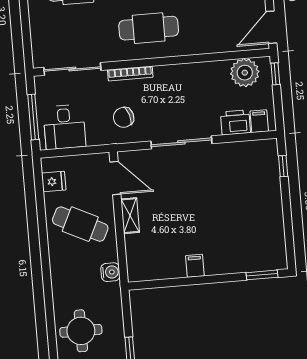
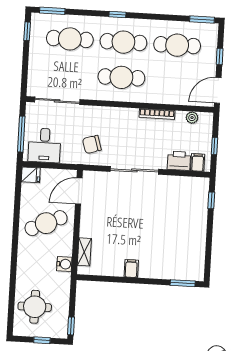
plant: (245, 73) -> (192, 118), width x0.53, depth x0.53
bookcase: (130, 74) -> (157, 114), moved
window: (275, 74) -> (214, 146), moved
door: (115, 178) -> (79, 191), swing flipped
fridge: (54, 182) -> (31, 175), moved
shelving: (130, 216) -> (84, 252), moved
cafe table: (80, 224) -> (46, 223), turned -50

